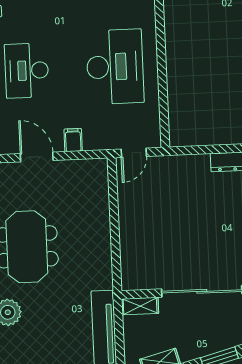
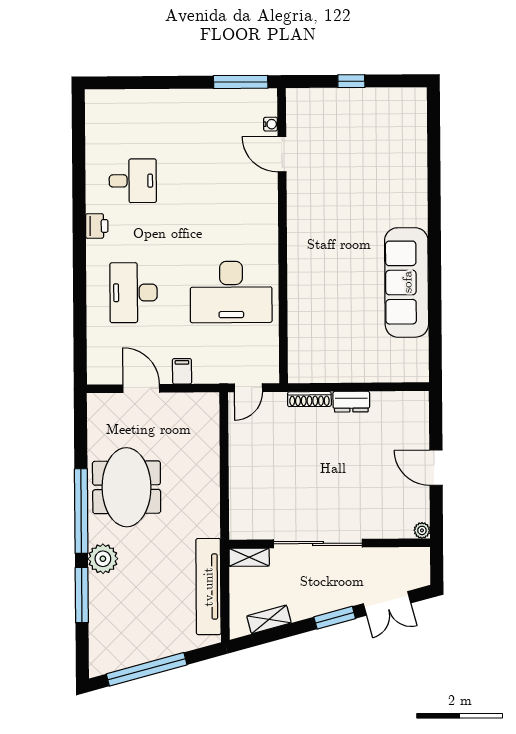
desk: (115, 67) -> (231, 292), turned 90
shoe rack: (189, 161) -> (309, 399), added

